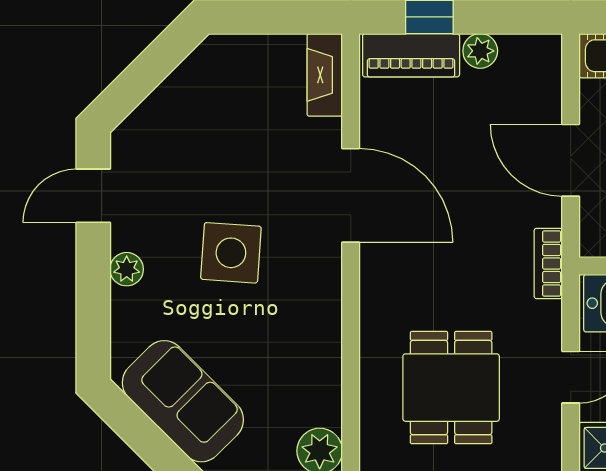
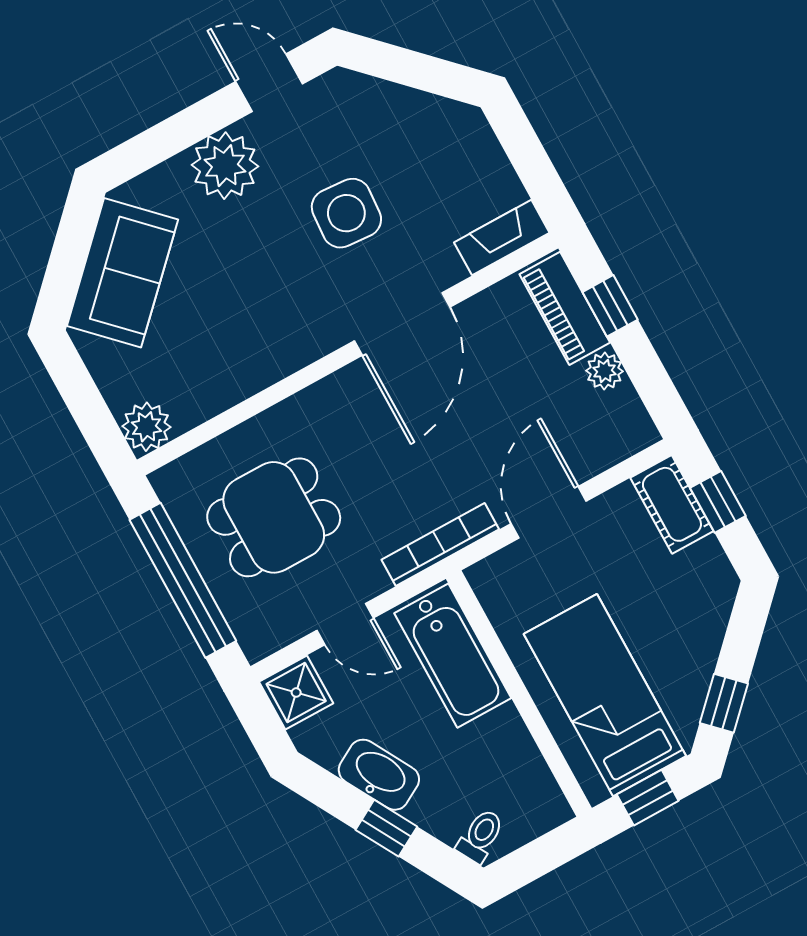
side table: (231, 253) -> (346, 213), moved
bookcase: (548, 263) -> (440, 545), width x1.56
plant: (127, 269) -> (225, 166), width x1.87, depth x1.87

